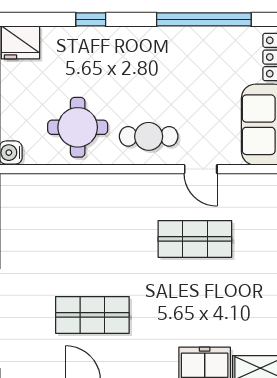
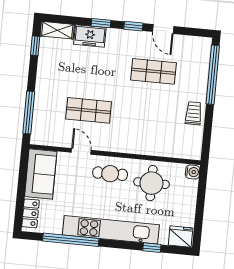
window: (91, 19) -> (152, 248), moved
kitchen unit: (138, 43) -> (111, 230), added
trolley: (19, 251) -> (194, 113), added

